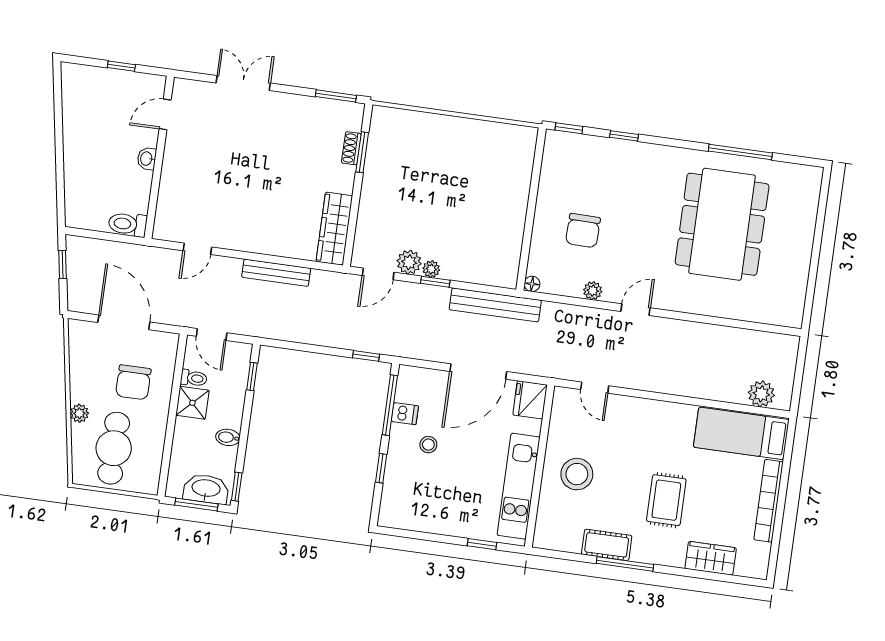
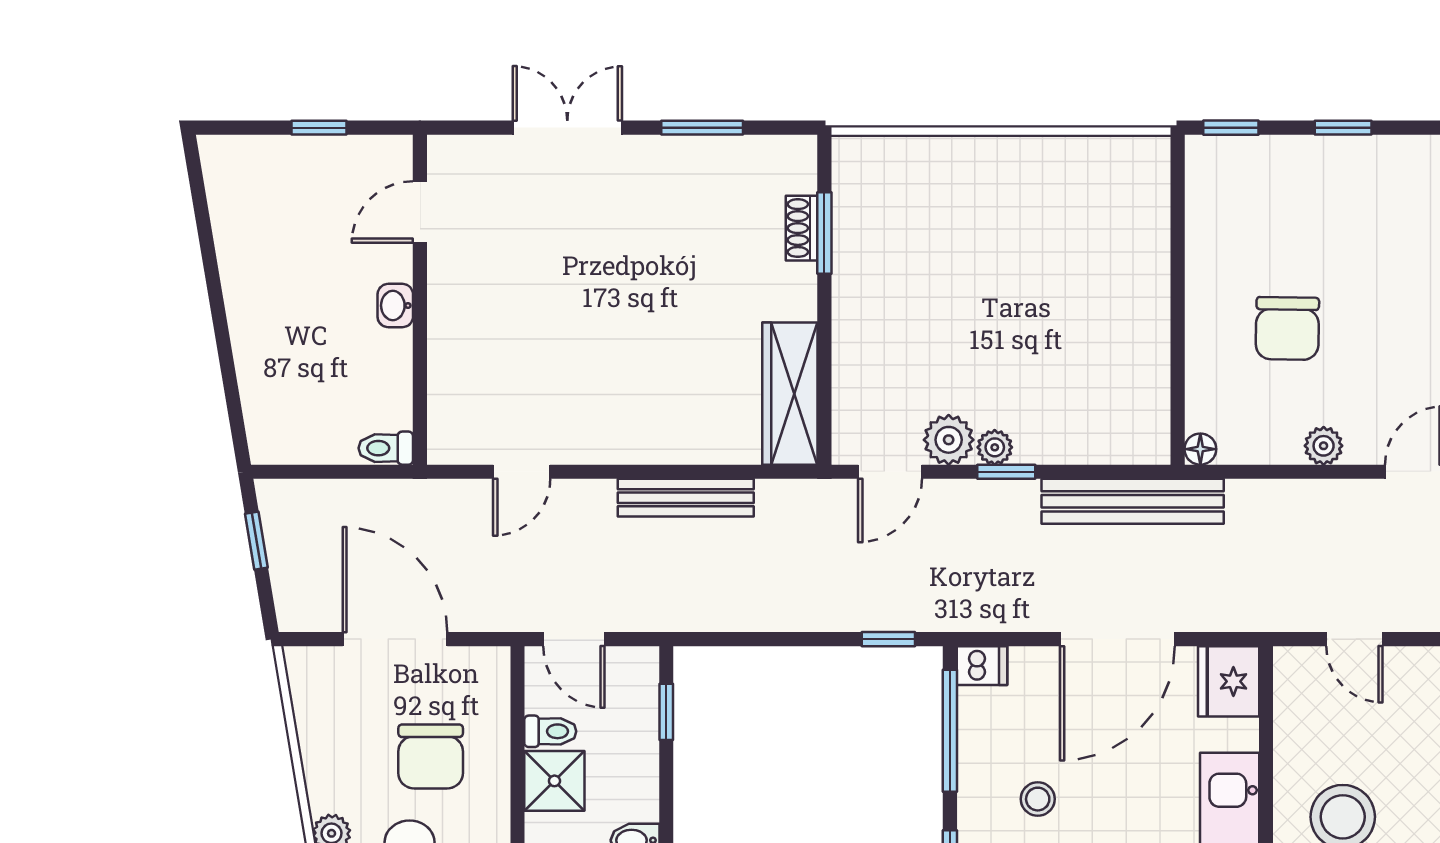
window: (336, 96) -> (702, 128), moved
toilet: (128, 224) -> (386, 448), width x0.73, depth x0.72
dishwasher: (405, 414) -> (982, 666), moved

